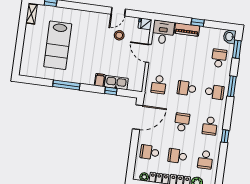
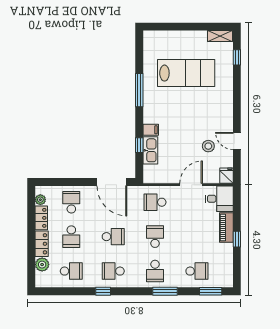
washbasin: (230, 37) -> (225, 280), removed
lab bench: (58, 45) -> (186, 73), turned 180
school desk: (177, 156) -> (71, 237), turned 180
school desk: (205, 160) -> (71, 271), turned 180

